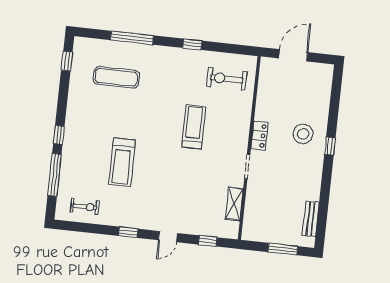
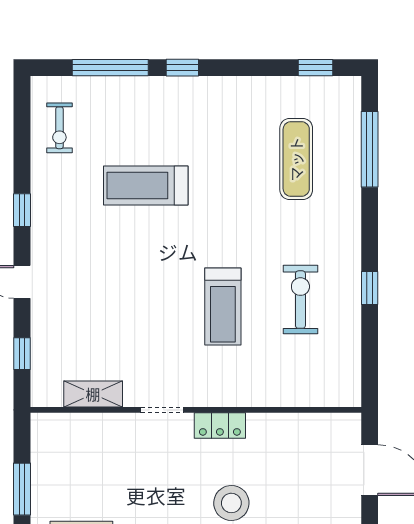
window: (132, 38) -> (370, 149), moved
exercise bike: (227, 79) -> (300, 300), moved
treadmill: (194, 127) -> (223, 307), turned 90

